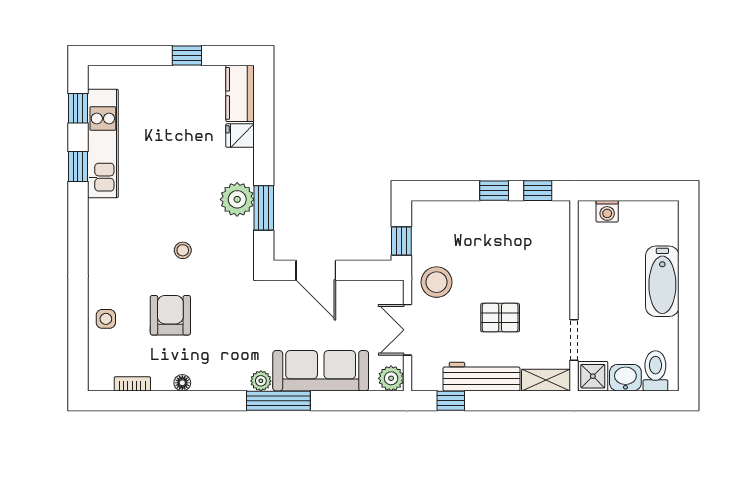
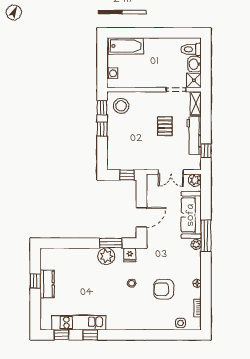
kitchen counter: (240, 93) -> (47, 284), moved, turned -90
fridge: (240, 135) -> (130, 255), moved
bathtub: (662, 281) -> (126, 46), moved
stool: (437, 282) -> (121, 106), moved
side table: (106, 319) -> (181, 323), moved

